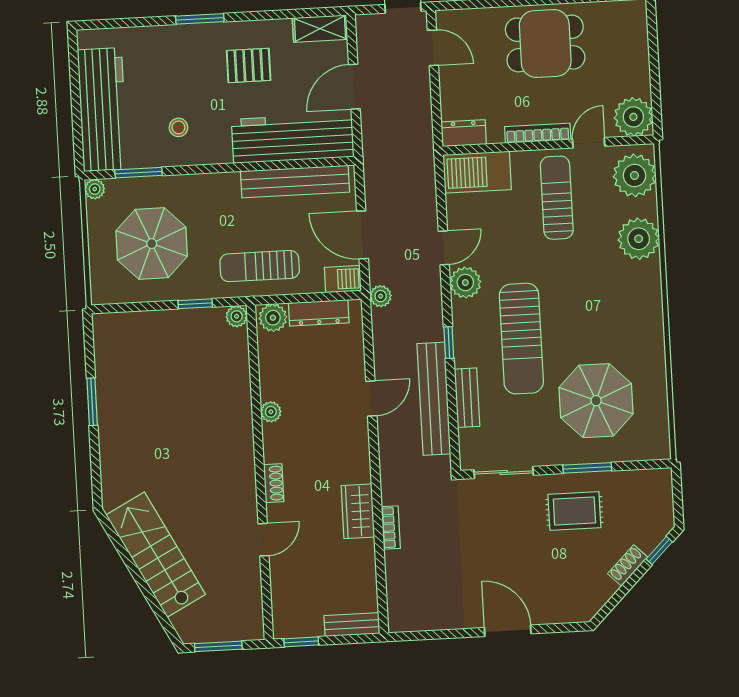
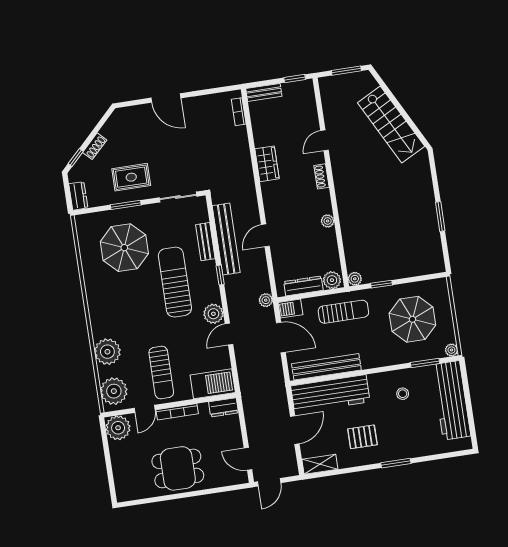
dresser: (661, 489) -> (78, 196), added
bookcase: (391, 528) -> (239, 112), moved

